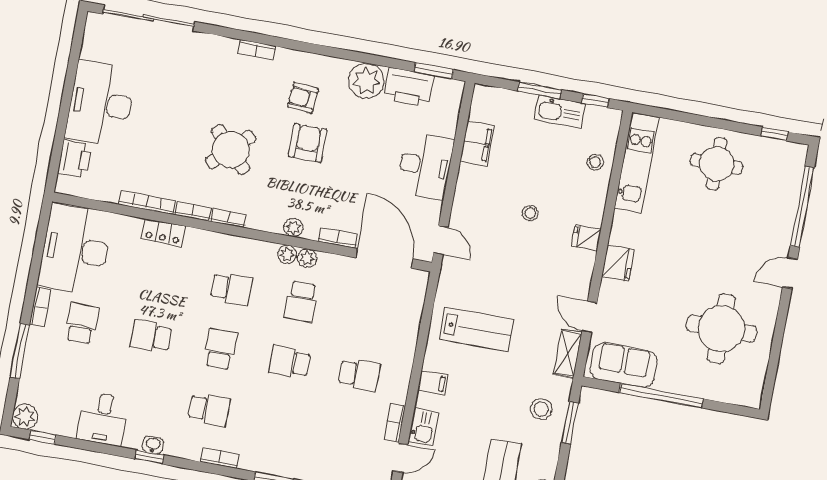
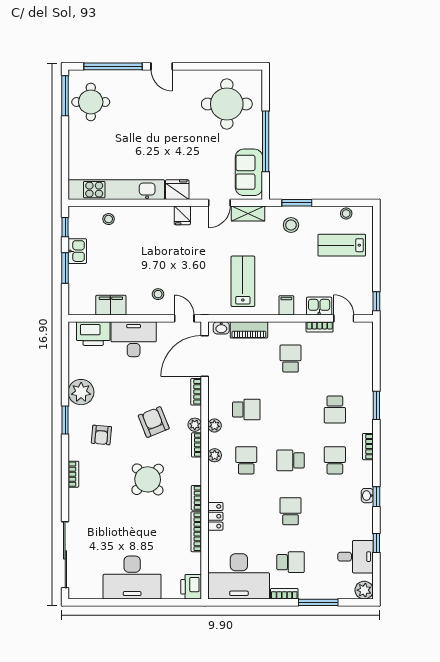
window: (434, 71) -> (65, 420), moved
printer: (408, 87) -> (93, 334), moved, turned 90
kitchen sink: (560, 111) -> (77, 251), width x0.73
window: (774, 134) -> (65, 96), width x2.17
armchair: (308, 143) -> (154, 422), moved, turned 68
printer: (74, 159) -> (191, 587), moved, turned -90
kitchen unit: (637, 163) -> (116, 190), width x1.36
round table: (717, 164) -> (91, 102), moved
stool: (530, 213) -> (158, 294), moved
bookcase: (229, 218) -> (197, 445), moved
fridge: (586, 238) -> (182, 215), moved
door: (441, 240) -> (184, 318), hinge flipped
plant: (307, 258) -> (215, 455), moved
washbasin: (418, 288) -> (221, 328), added
school desk: (82, 323) -> (291, 562), turned 180
piano: (409, 325) -> (249, 330), added
round table: (721, 329) -> (227, 104), moved
school desk: (151, 336) -> (291, 511), turned 180
school desk: (290, 362) -> (335, 409), moved
desk: (103, 419) -> (356, 557), moved
window: (43, 437) -> (376, 543), moved

